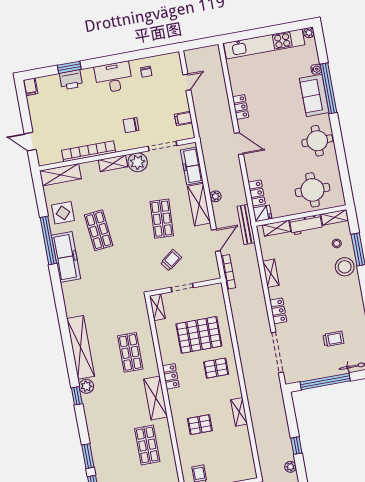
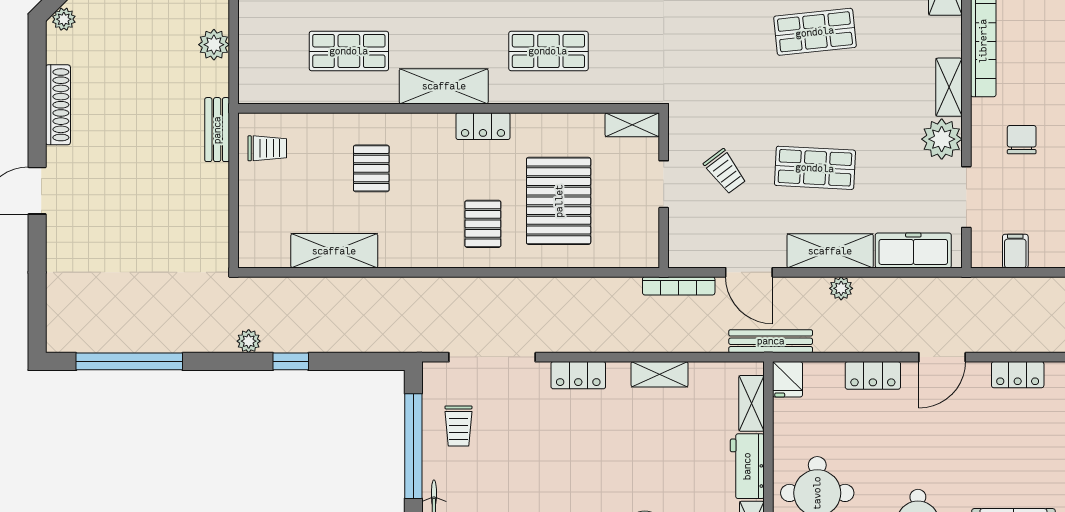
locker: (257, 193) -> (873, 375), moved
trolley: (333, 339) -> (458, 426), moved
shelving: (239, 412) -> (334, 251), moved, width x1.50, depth x1.33

